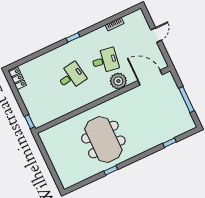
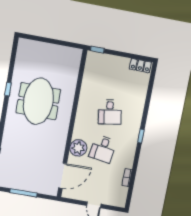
meeting table: (103, 139) -> (38, 101), turned 90

